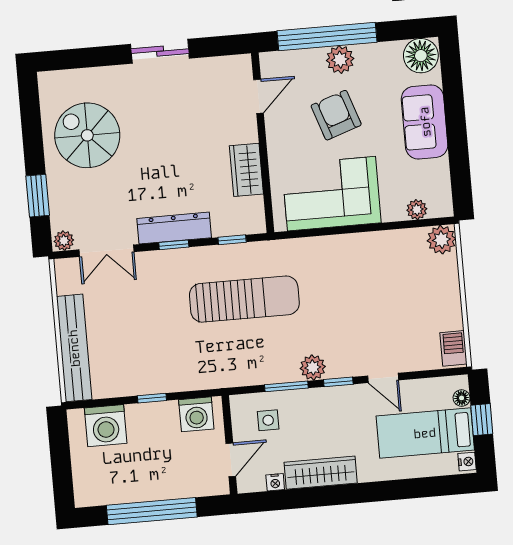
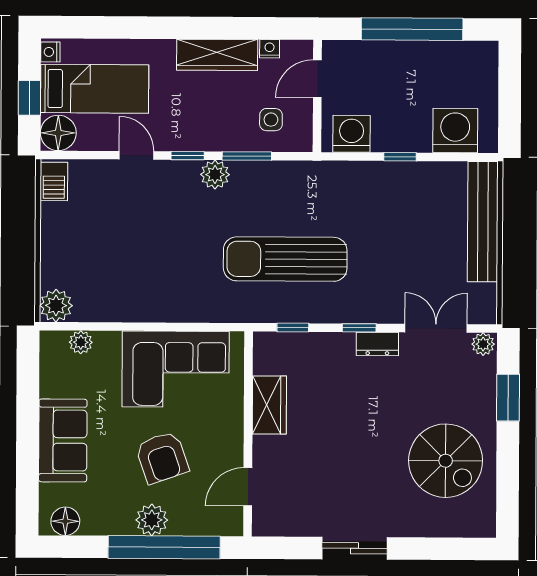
floor lamp: (421, 56) -> (65, 521), width x0.73, depth x0.73
dresser: (174, 228) -> (377, 344), width x0.51, depth x0.80
floor lamp: (462, 398) -> (58, 133), width x1.89, depth x1.89

